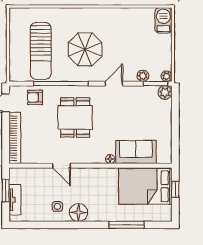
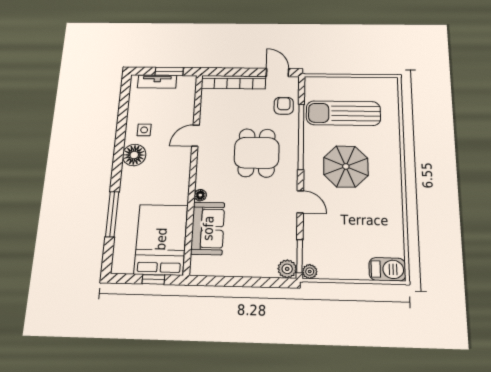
plant: (143, 76) -> (310, 240), removed
dining table: (75, 117) -> (257, 153), turned 90

